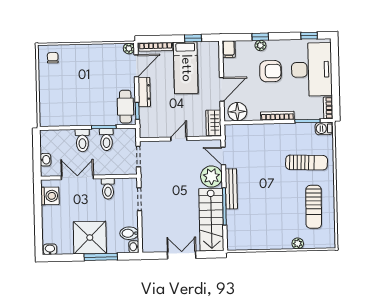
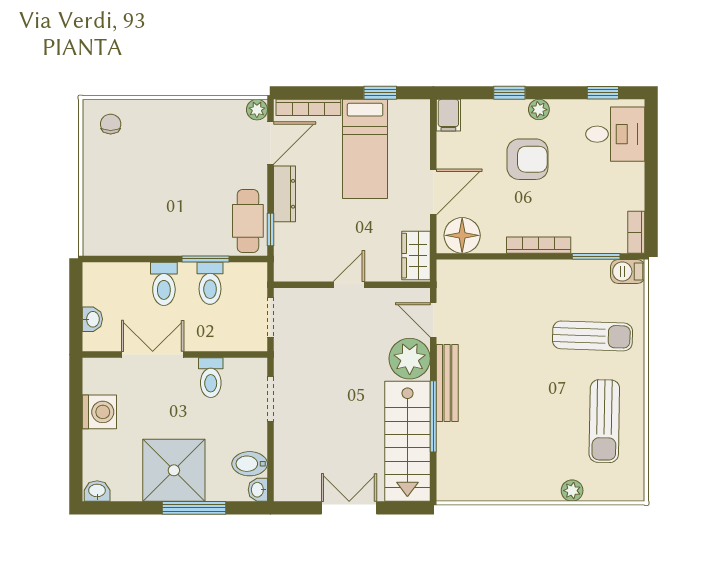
plant: (260, 45) -> (539, 110), moved
desk: (312, 70) -> (615, 134), width x0.53, depth x0.77
washing machine: (50, 196) -> (99, 412), moved

